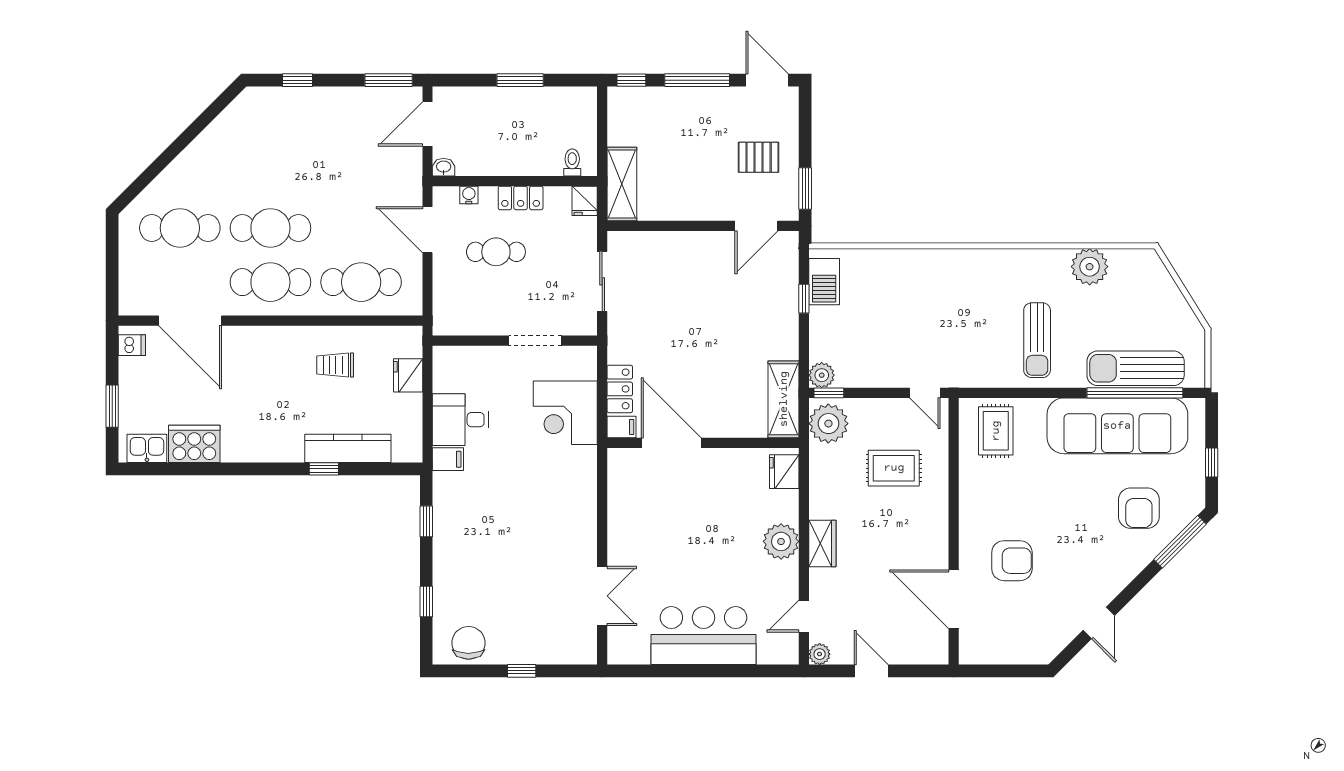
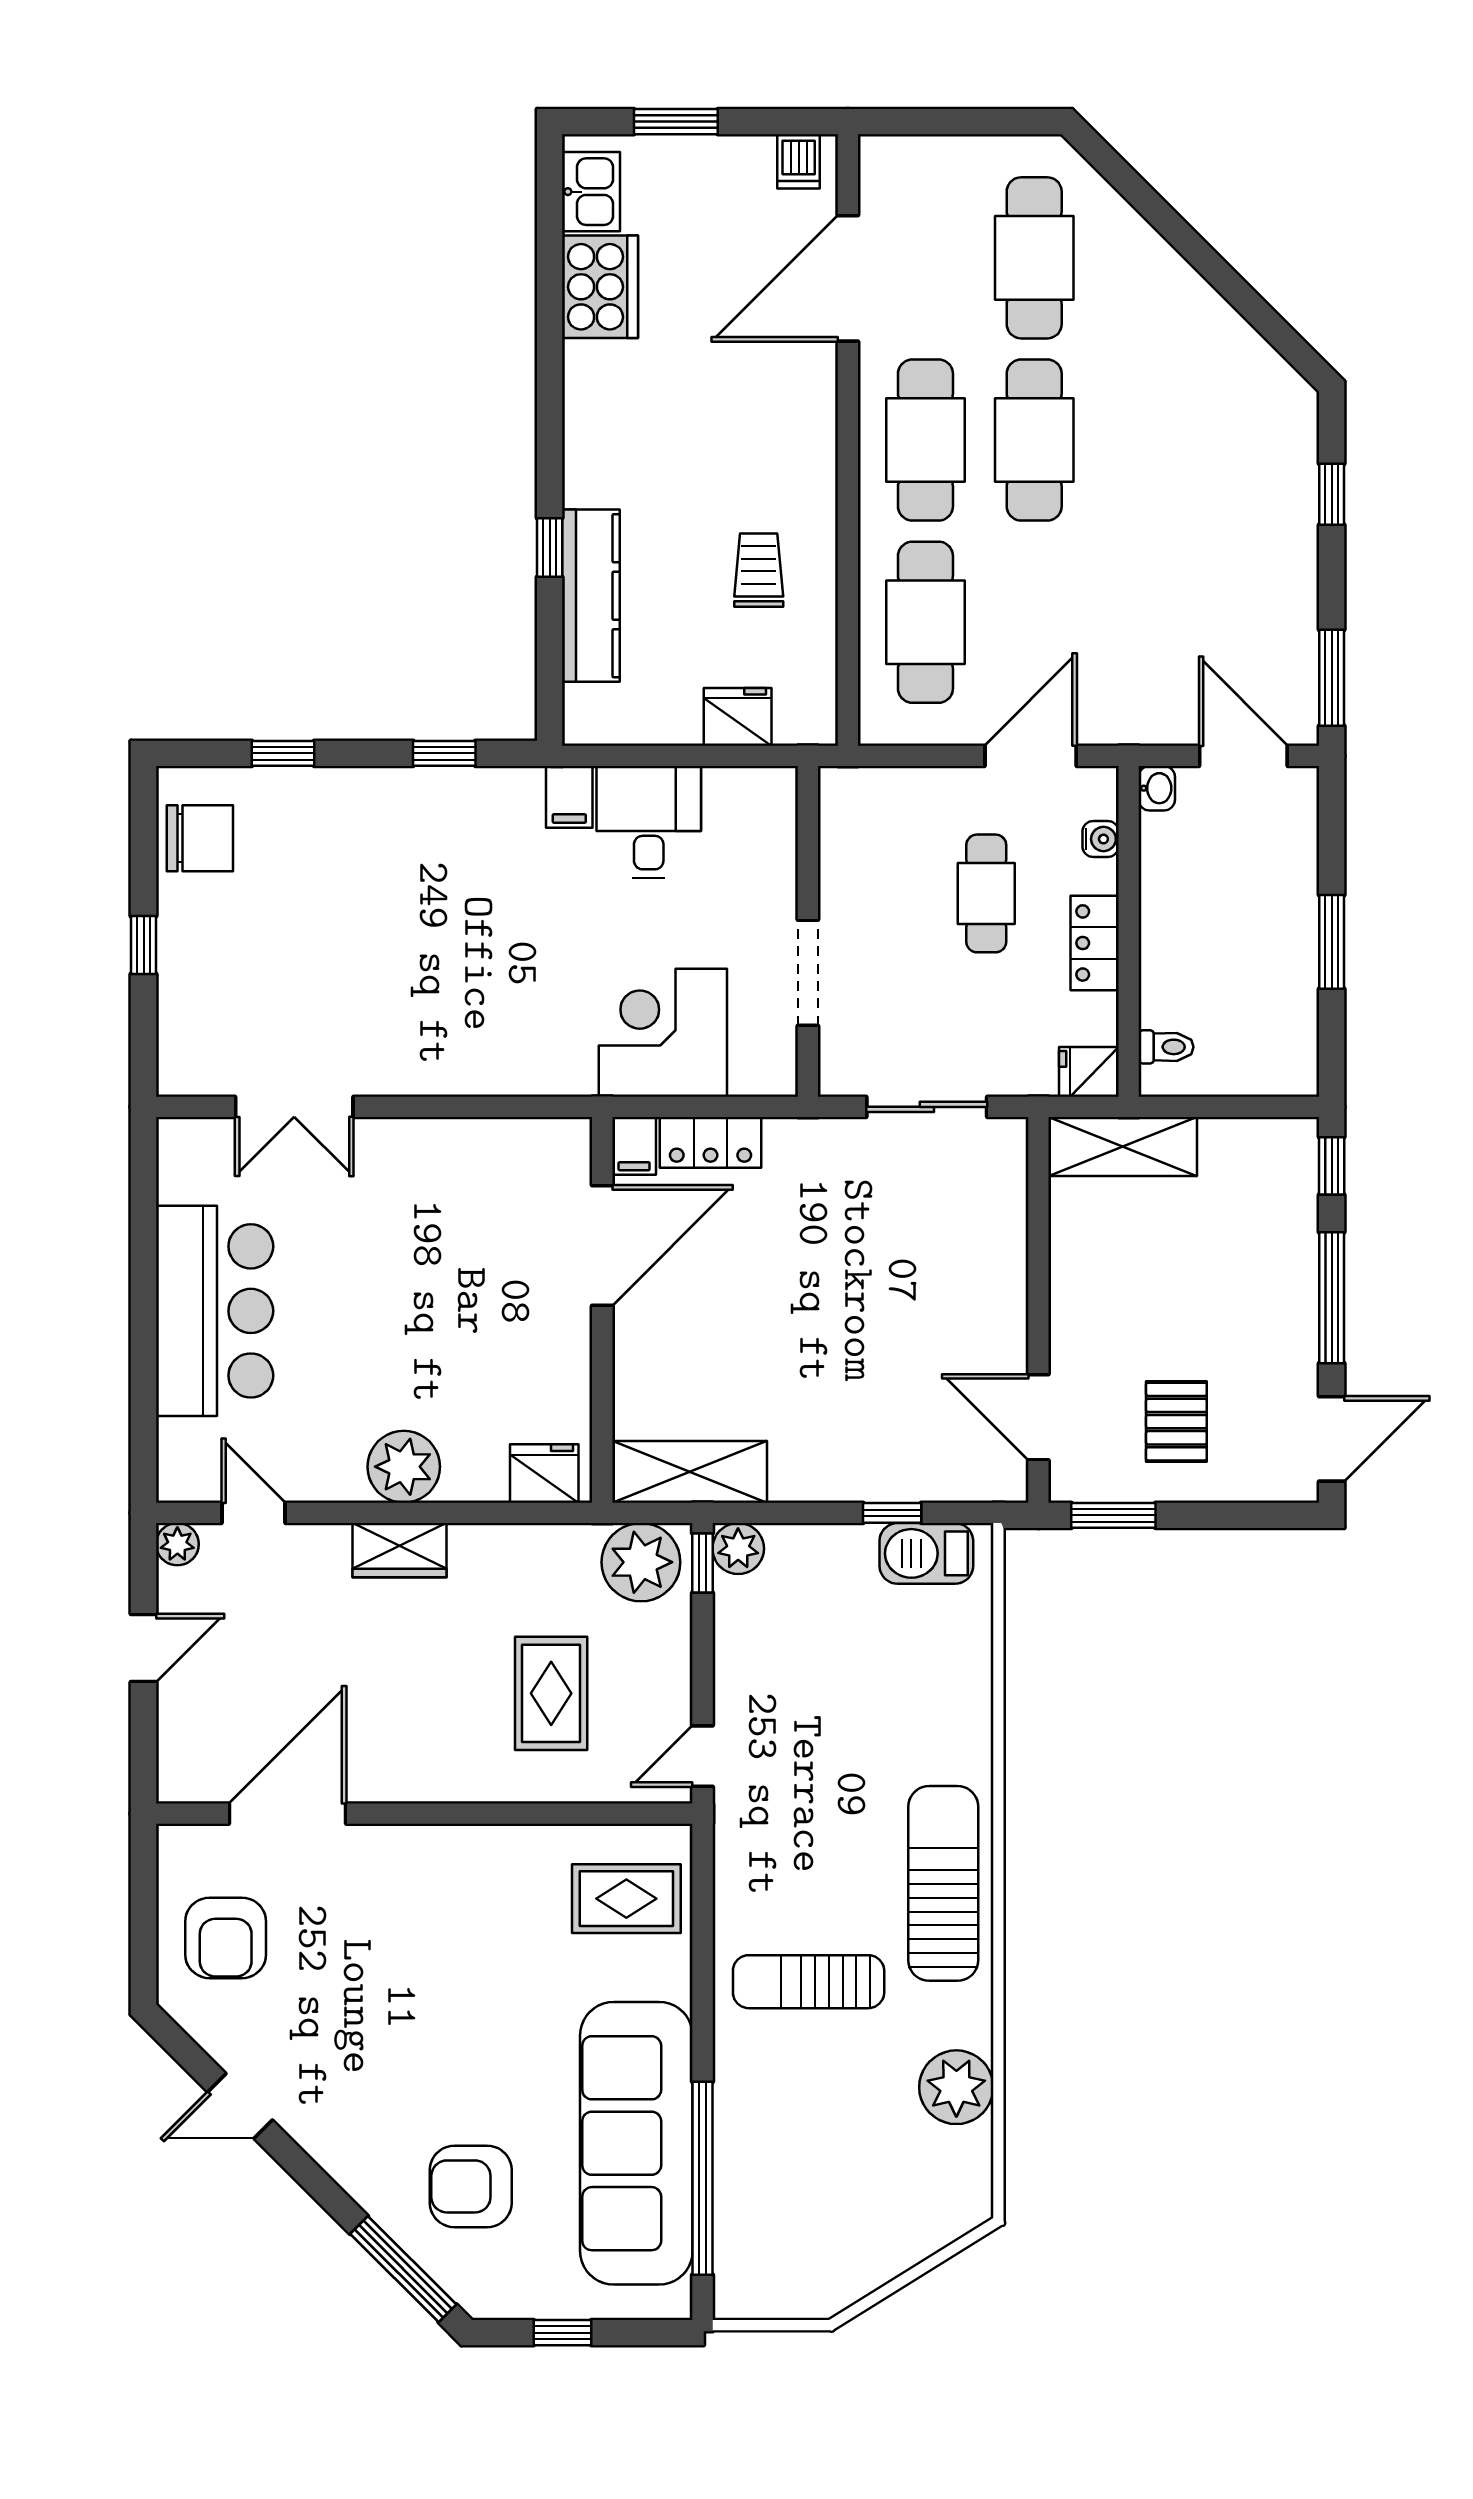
sun lounger: (1136, 368) -> (943, 1883), moved
armchair: (1012, 561) -> (226, 1938), moved

